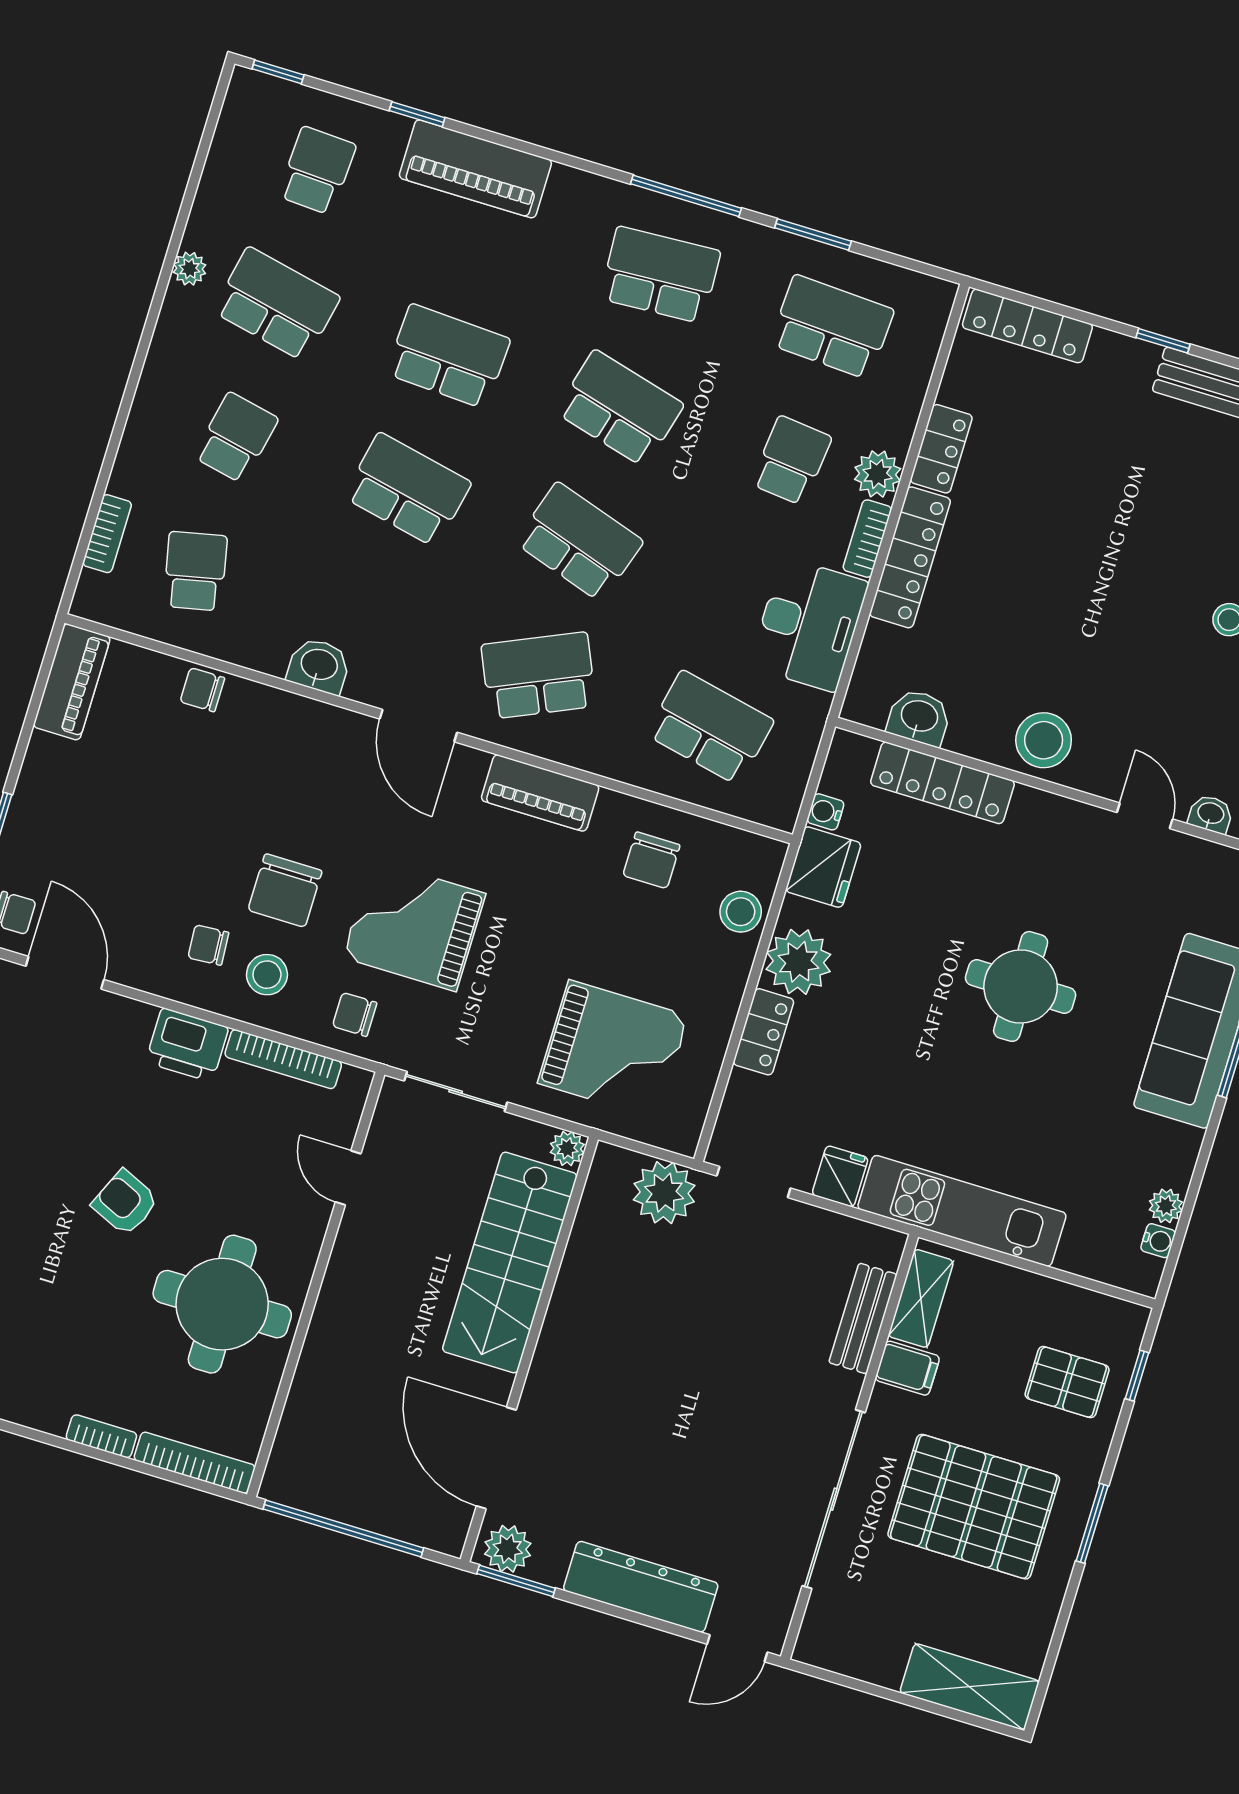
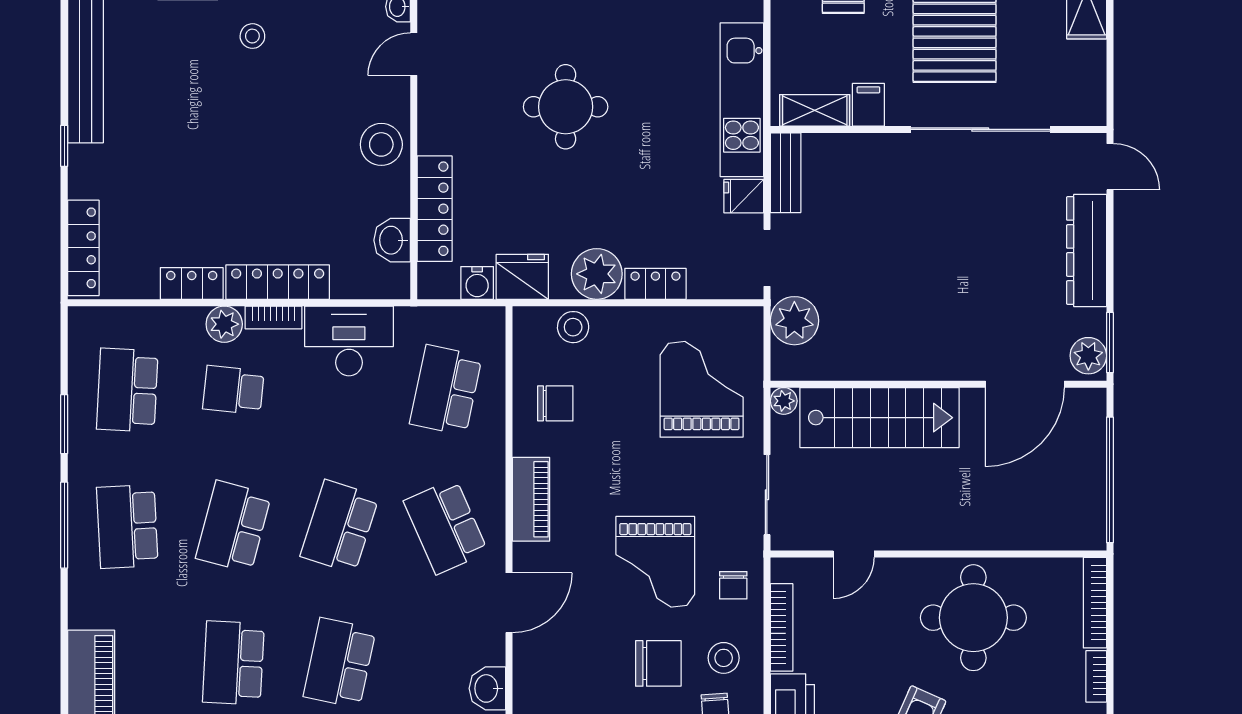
water cooler: (825, 812) -> (477, 283), width x1.38, depth x1.38
bench: (863, 1318) -> (786, 173), moved, turned 90

